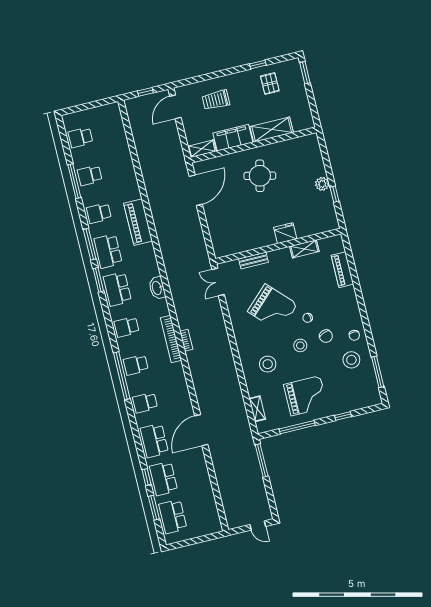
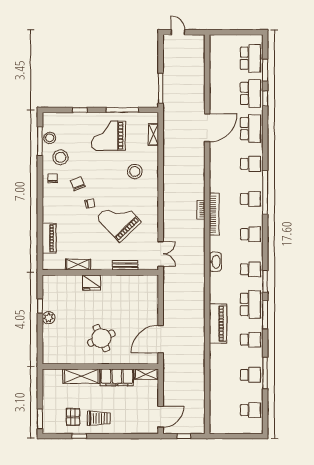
trolley: (216, 100) -> (99, 418), moved
round table: (260, 176) -> (101, 338), turned -37
school desk: (117, 289) -> (250, 269), width x0.54
stool: (300, 345) -> (50, 138), moved

